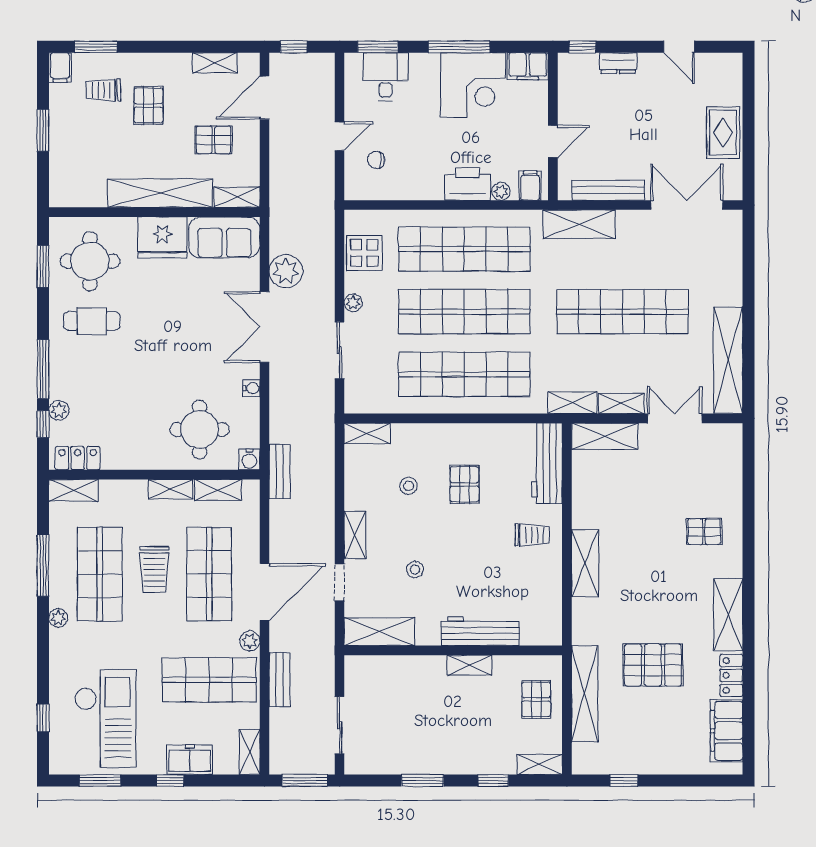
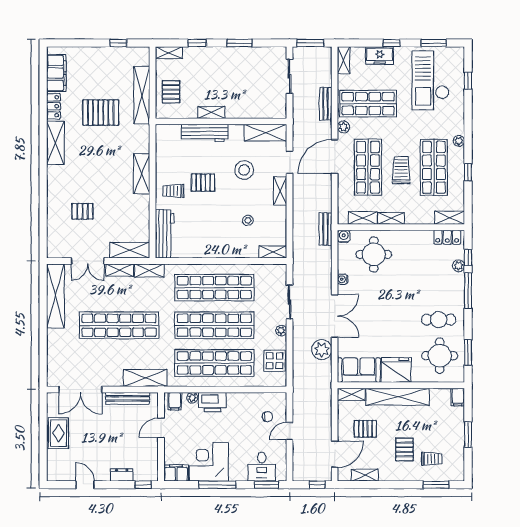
filing cabinet: (60, 68) -> (458, 397), moved, turned 180
pallet: (464, 484) -> (203, 183), moved, turned 90
pallet: (704, 532) -> (83, 211), moved
window: (43, 566) -> (468, 172), width x0.46
stool: (415, 570) -> (244, 170), width x1.89, depth x1.89

